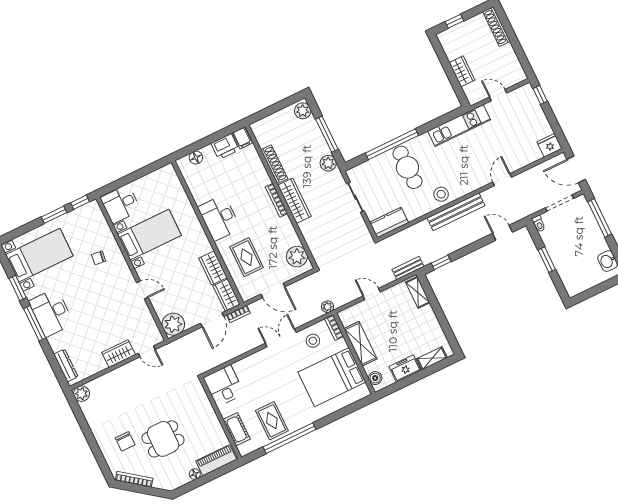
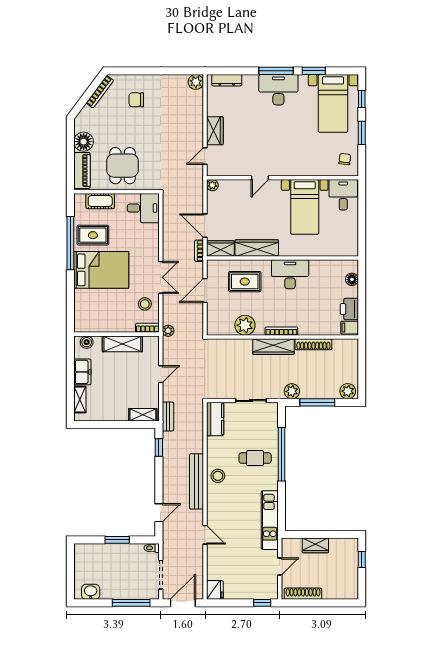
shoe rack: (496, 26) -> (303, 594), moved
cafe table: (407, 167) -> (255, 458), width x0.73, depth x0.74
window: (80, 202) -> (362, 99), moved
plant: (297, 257) -> (245, 325), moved
chair: (99, 258) -> (345, 159), moved
wardrobe: (213, 268) -> (257, 248), width x1.50
plant: (173, 324) -> (212, 185), width x0.53, depth x0.53
bed: (332, 377) -> (101, 270), moved, turned 90
dining table: (163, 439) -> (123, 166), moved
floor lamp: (195, 474) -> (84, 142), width x1.89, depth x1.89

